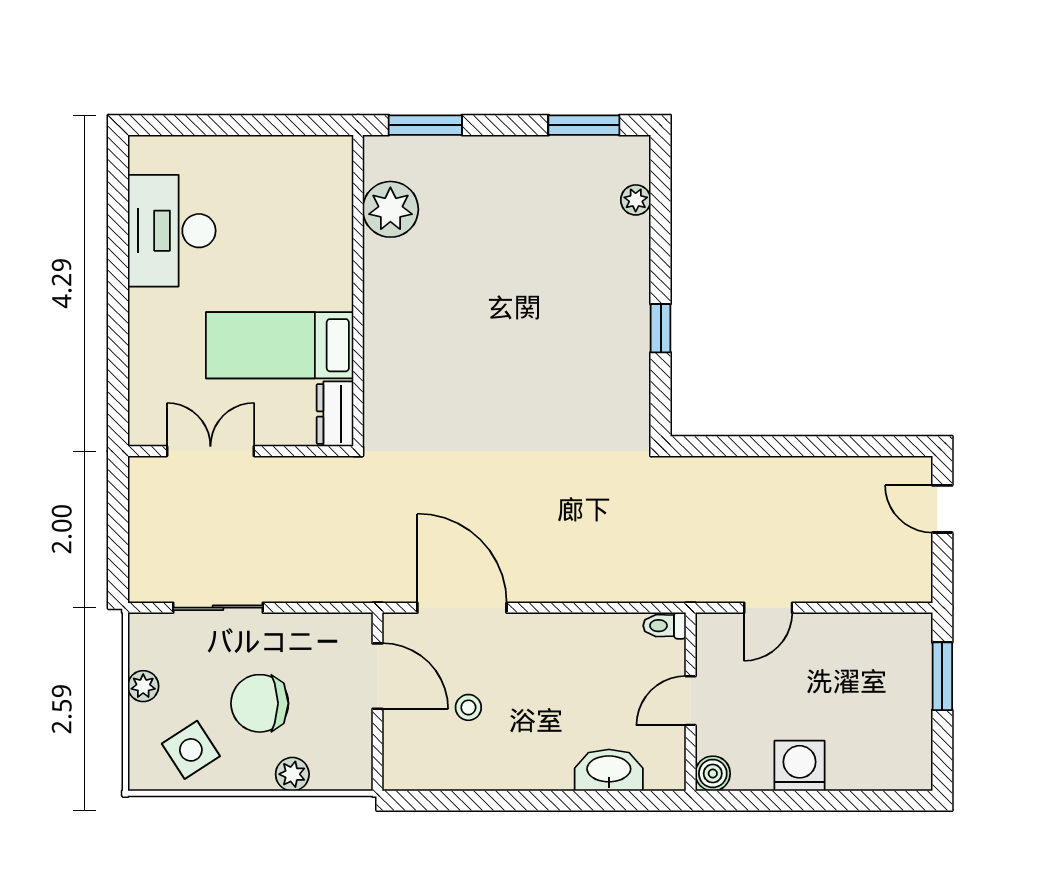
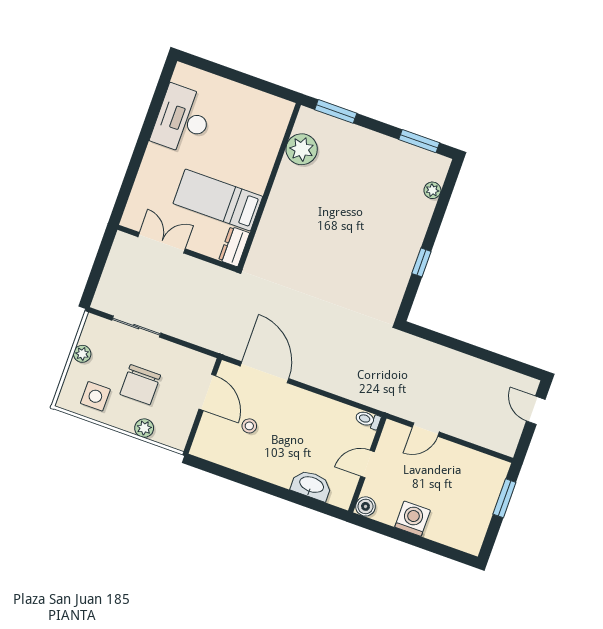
chair: (260, 703) -> (140, 385), turned -90
side table: (191, 750) -> (95, 396), turned 33

